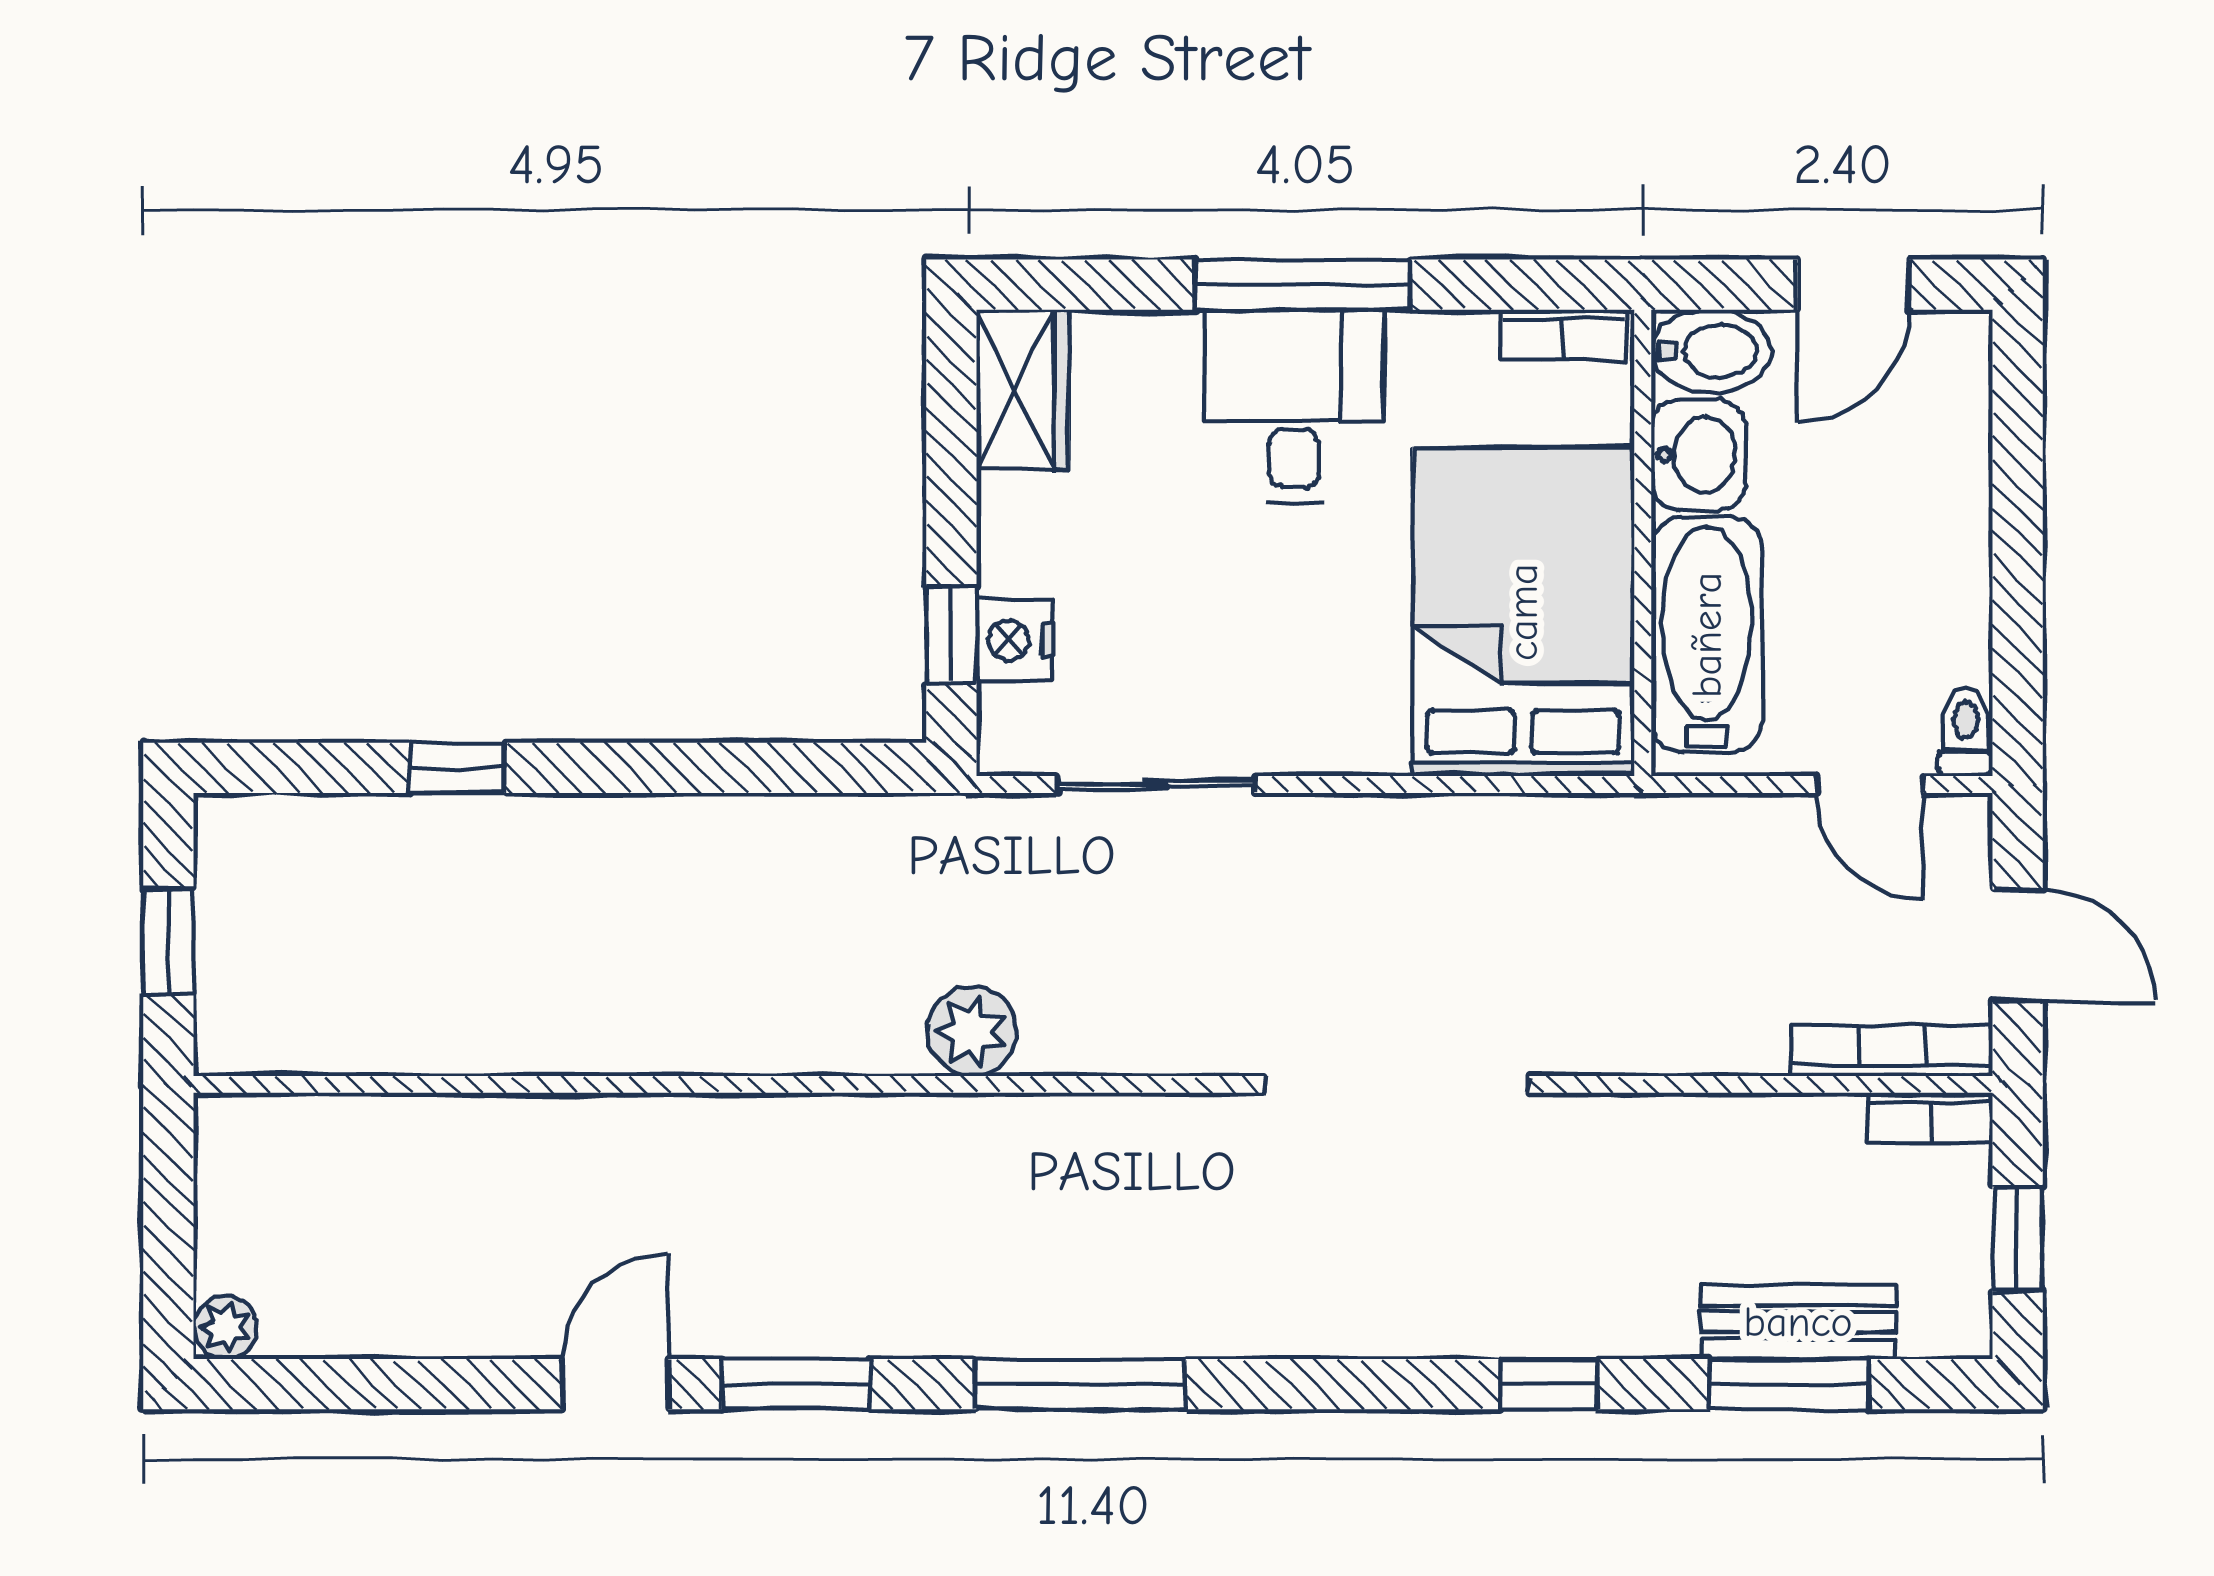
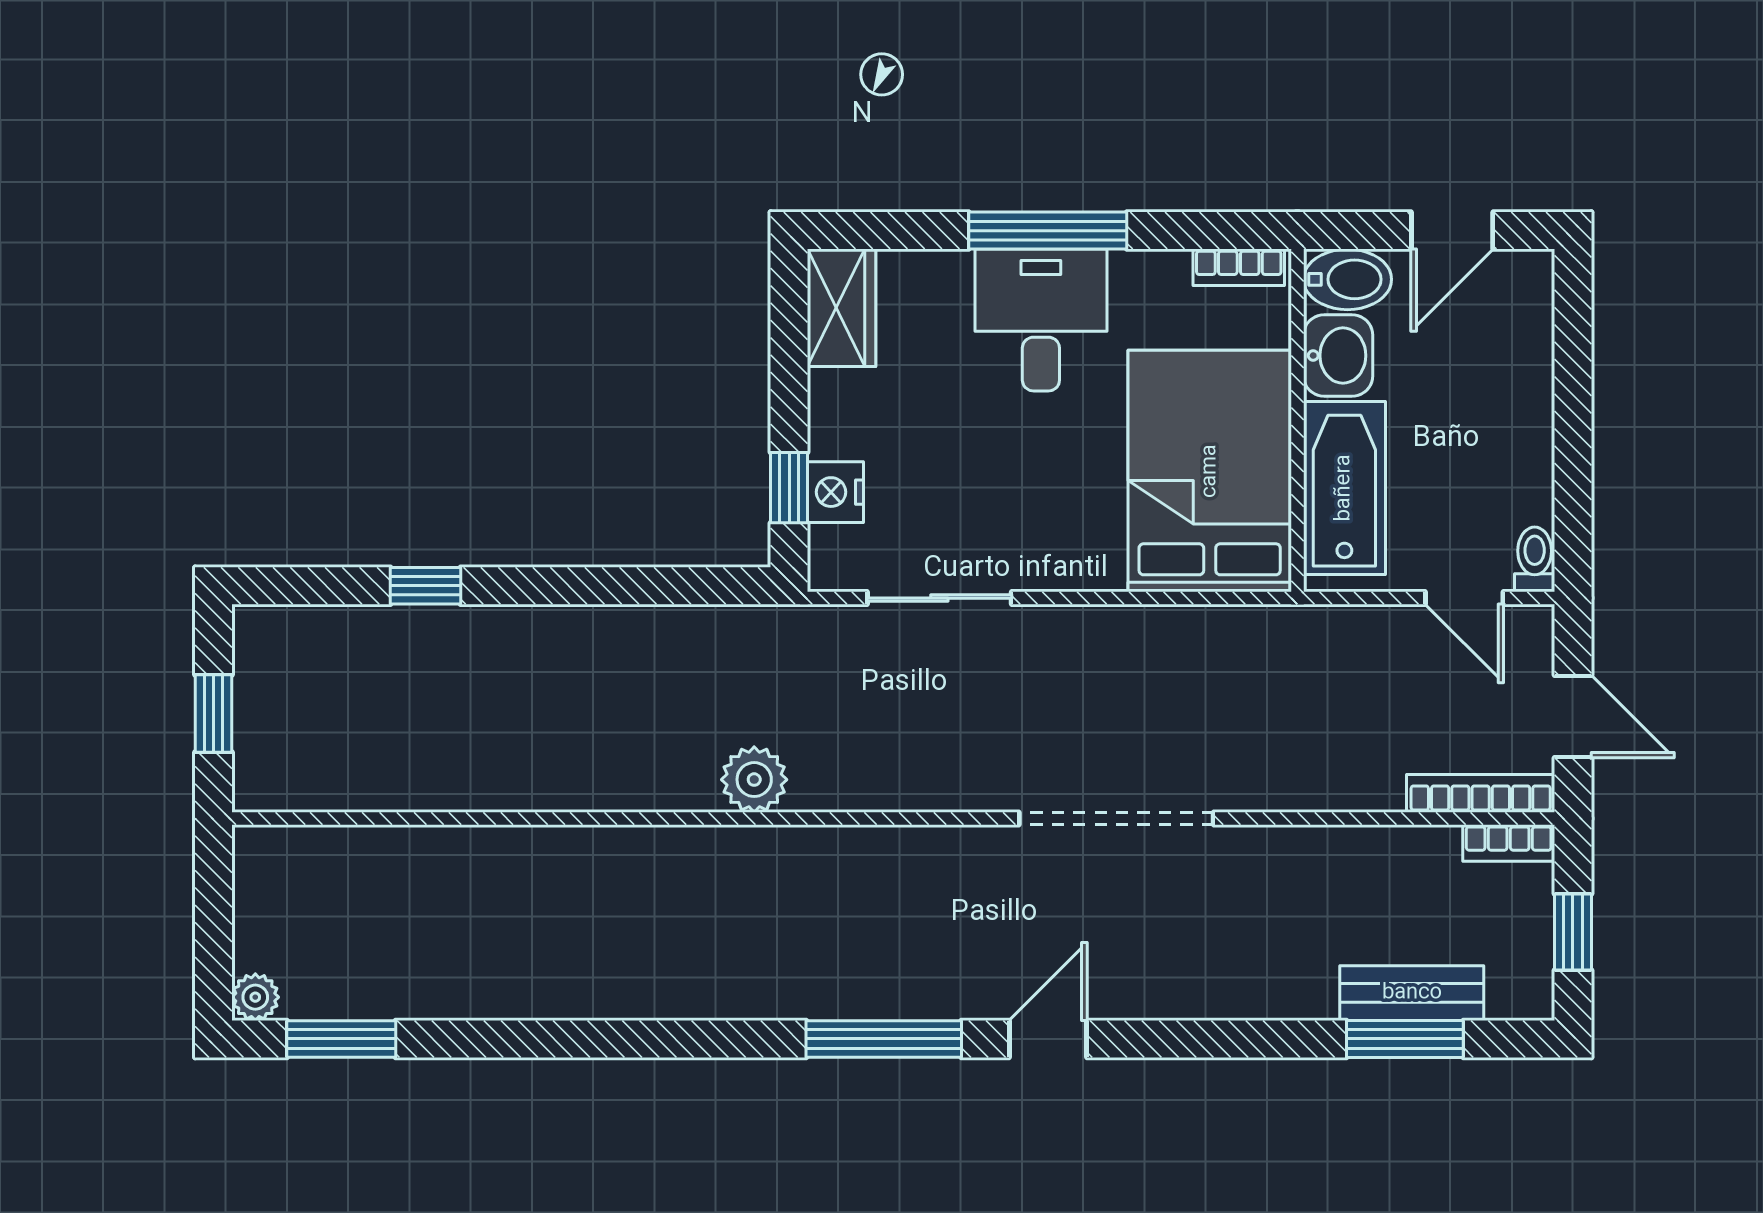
plant: (972, 1031) -> (754, 780), moved
door: (615, 1384) -> (1048, 1039), moved
window: (796, 1384) -> (341, 1039), moved
window: (1549, 1384) -> (1229, 1039), removed

